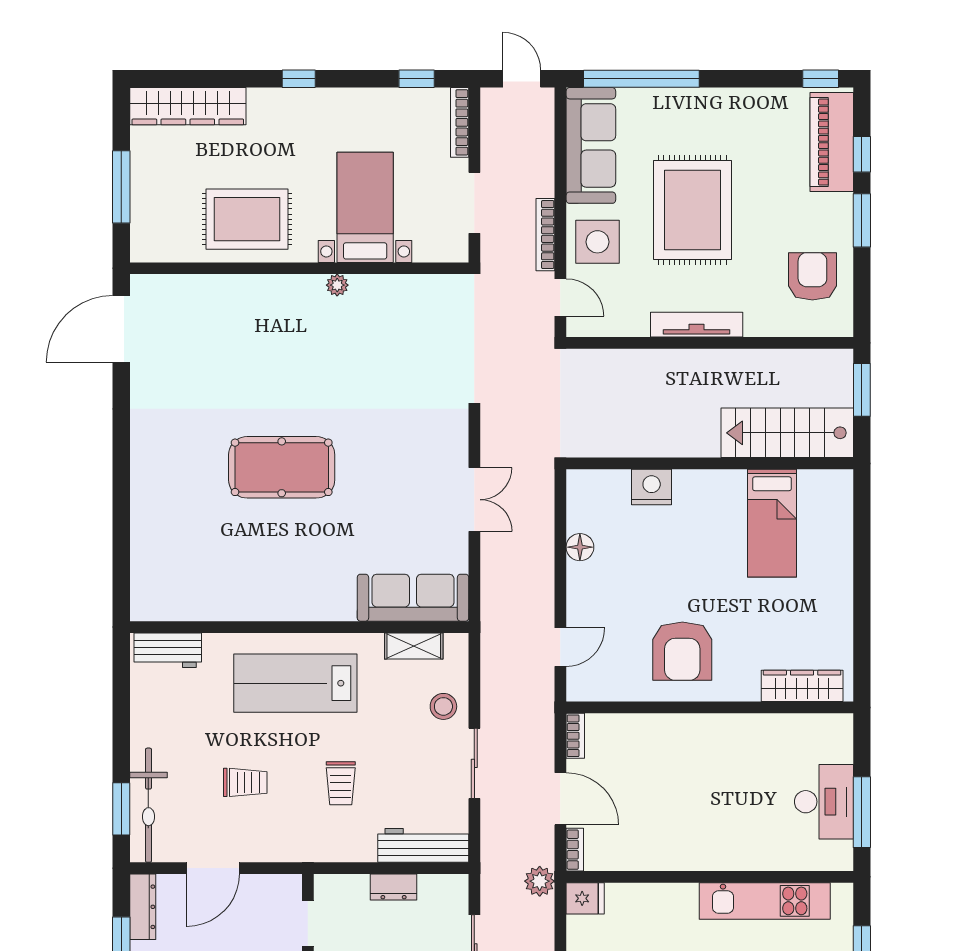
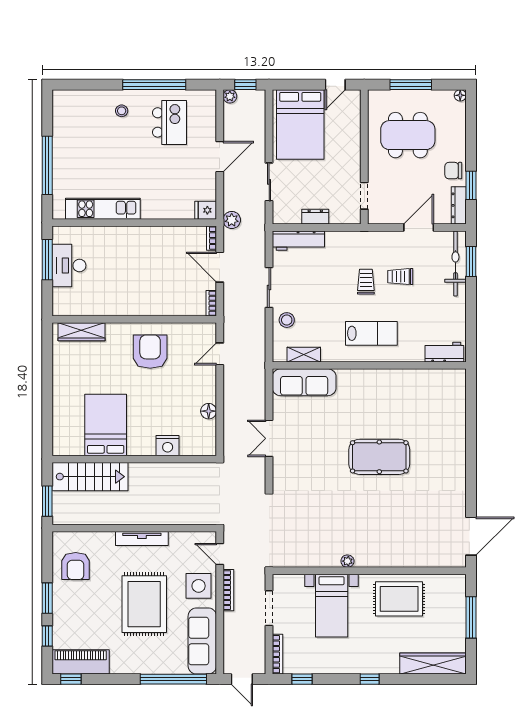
piano: (832, 142) -> (81, 662), moved, turned -90
bed: (772, 523) -> (106, 425), width x1.50
lab bench: (295, 683) -> (371, 333), width x0.73, depth x0.72
trolley: (341, 783) -> (366, 282), moved

